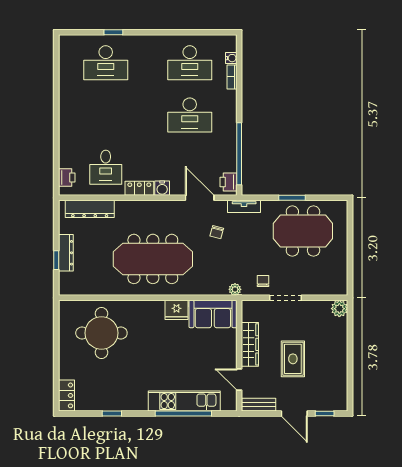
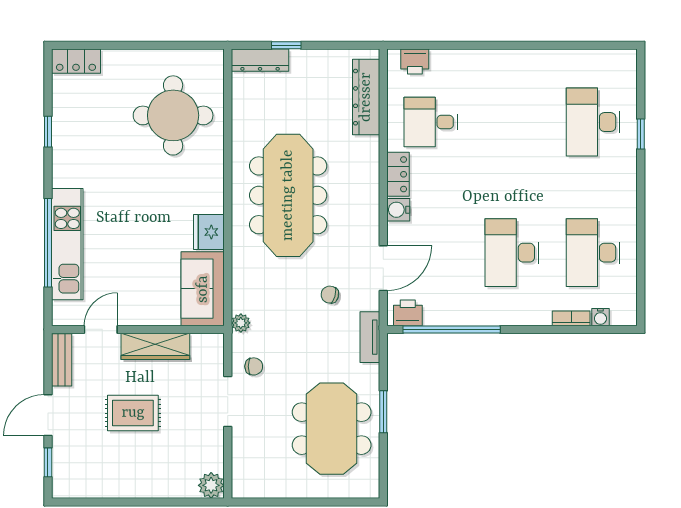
dresser: (66, 253) -> (260, 60), moved

